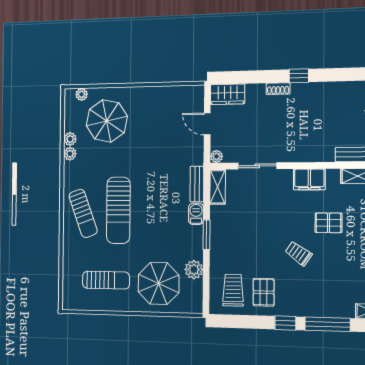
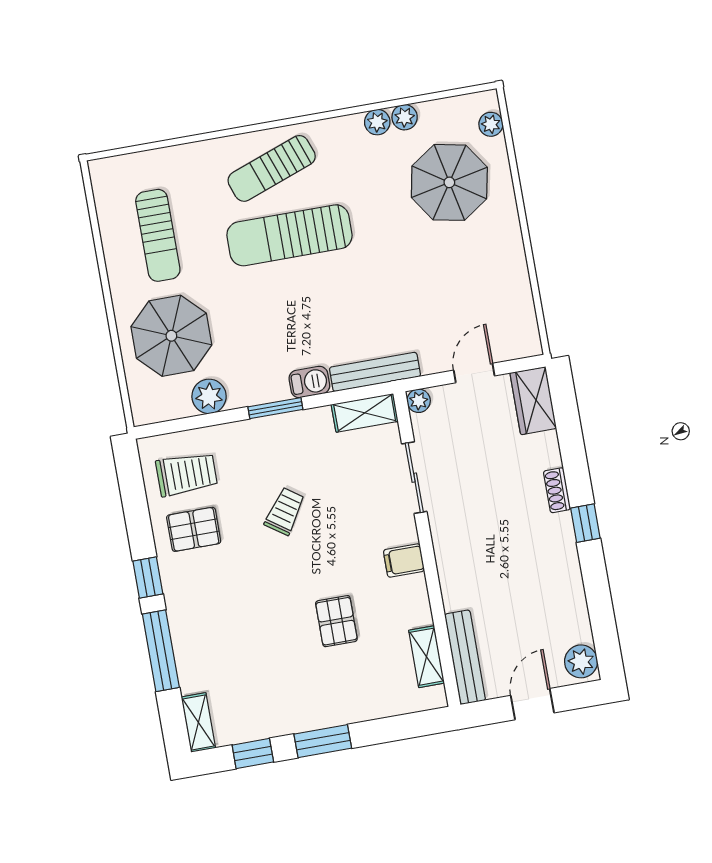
filing cabinet: (309, 179) -> (404, 560), width x0.50
bench: (197, 184) -> (375, 372), width x1.36
trolley: (299, 253) -> (285, 511), moved

